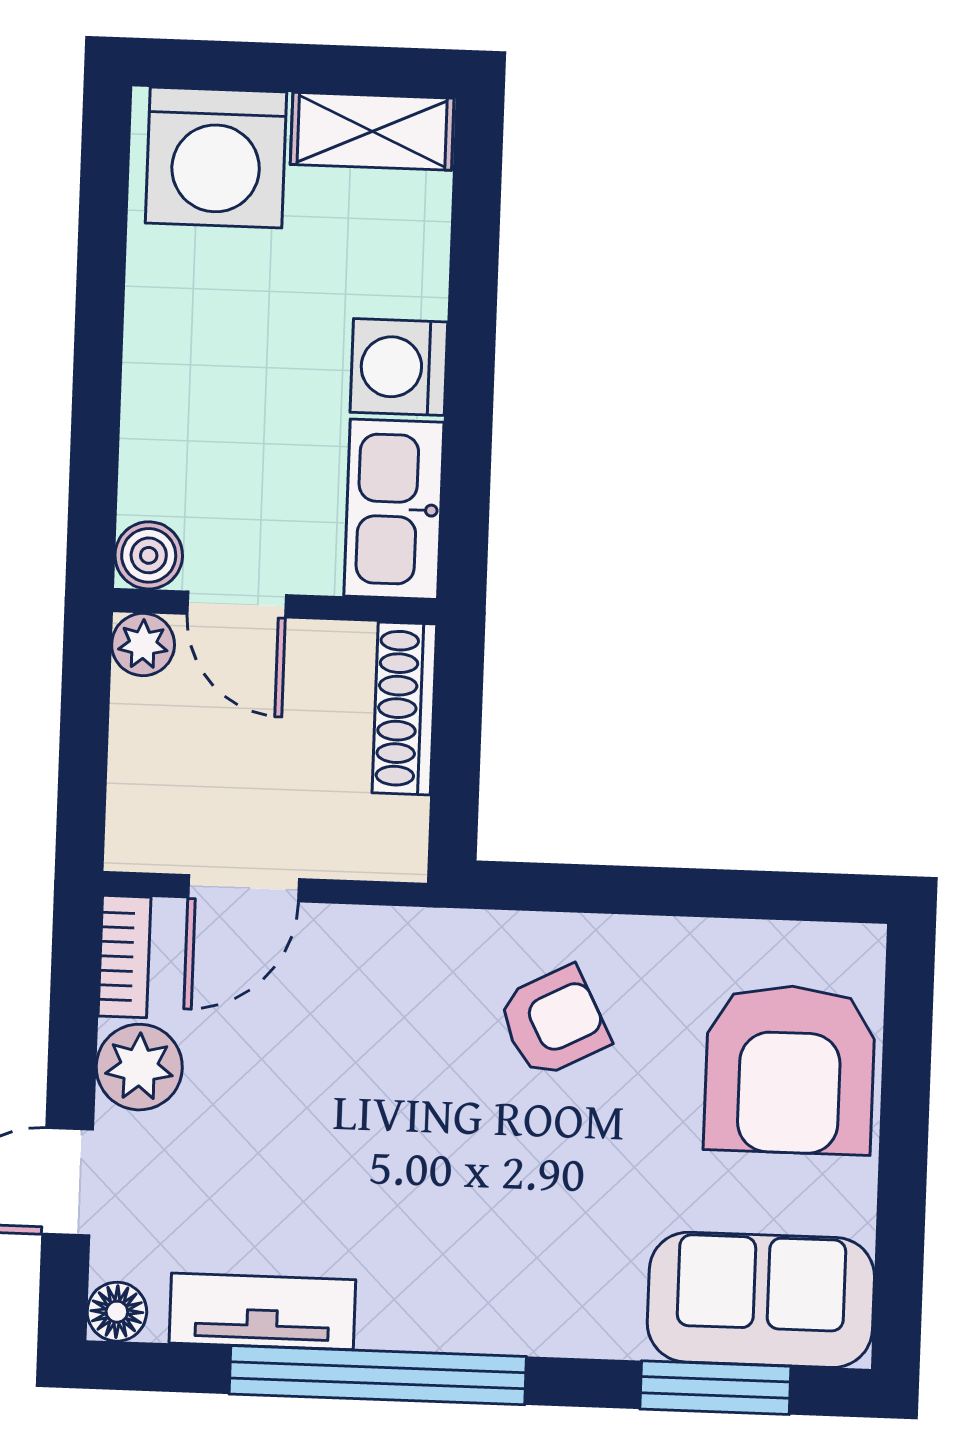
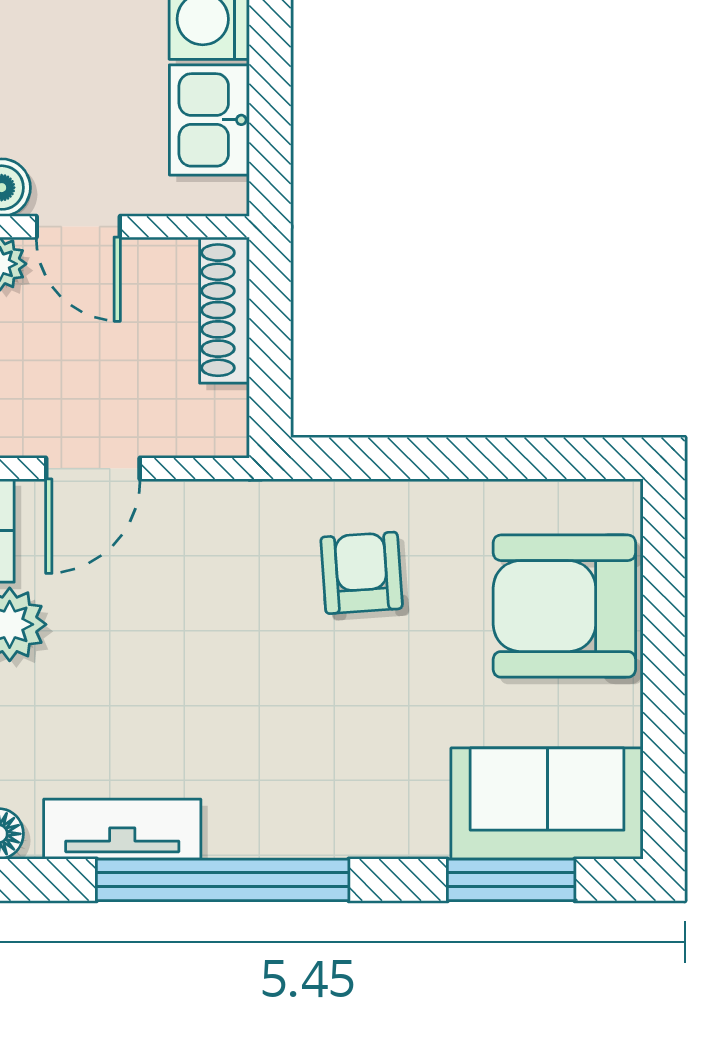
kitchen sink: (394, 509) -> (209, 120), width x0.73
armchair: (554, 1022) -> (362, 573), turned -67
armchair: (790, 1069) -> (564, 606), turned 90

